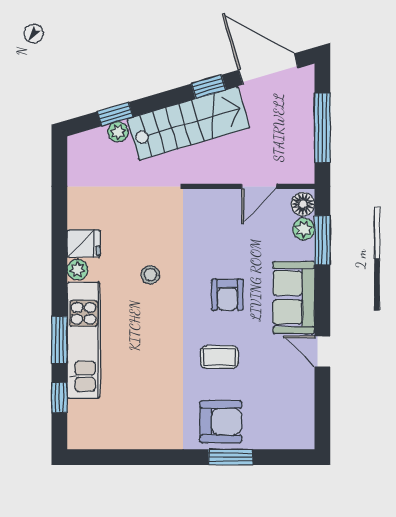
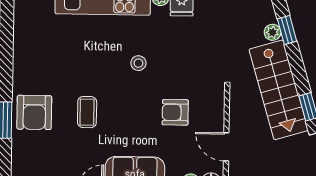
stool: (150, 275) -> (138, 63), moved
armchair: (227, 295) -> (175, 112), moved

